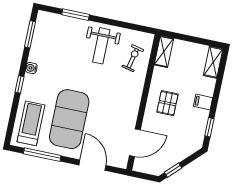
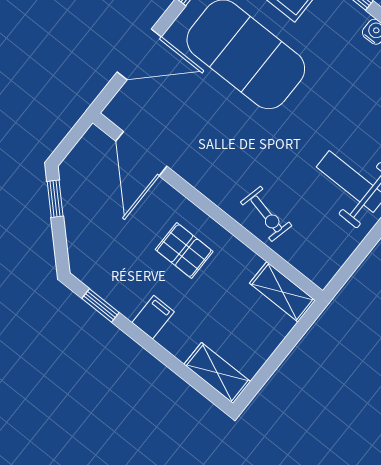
exercise bike: (133, 58) -> (266, 214), moved

